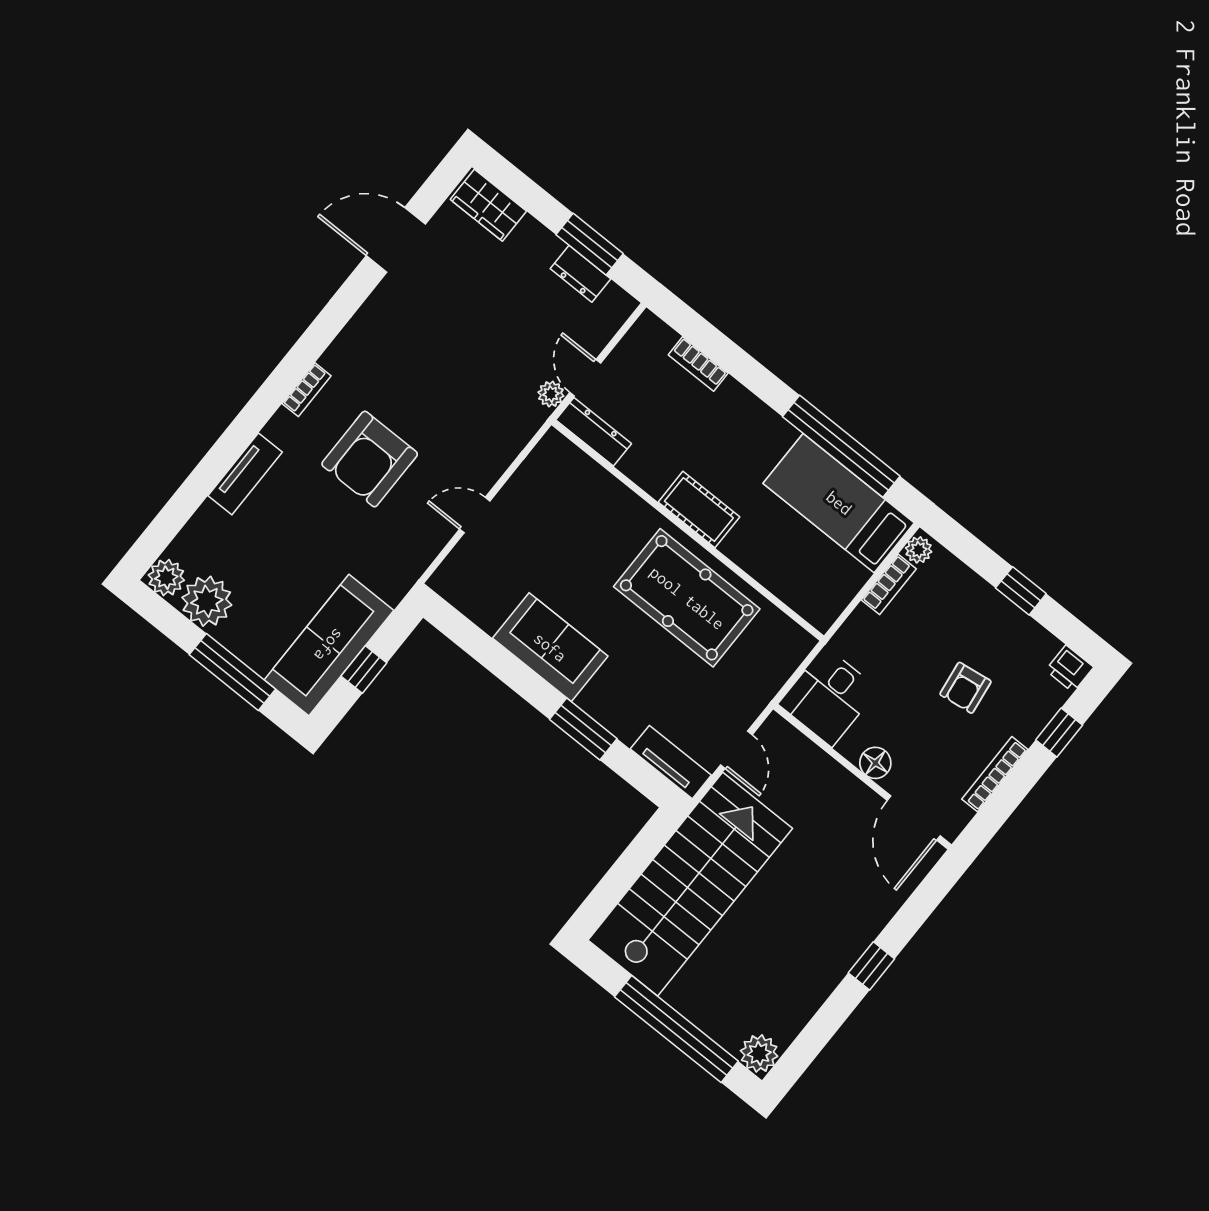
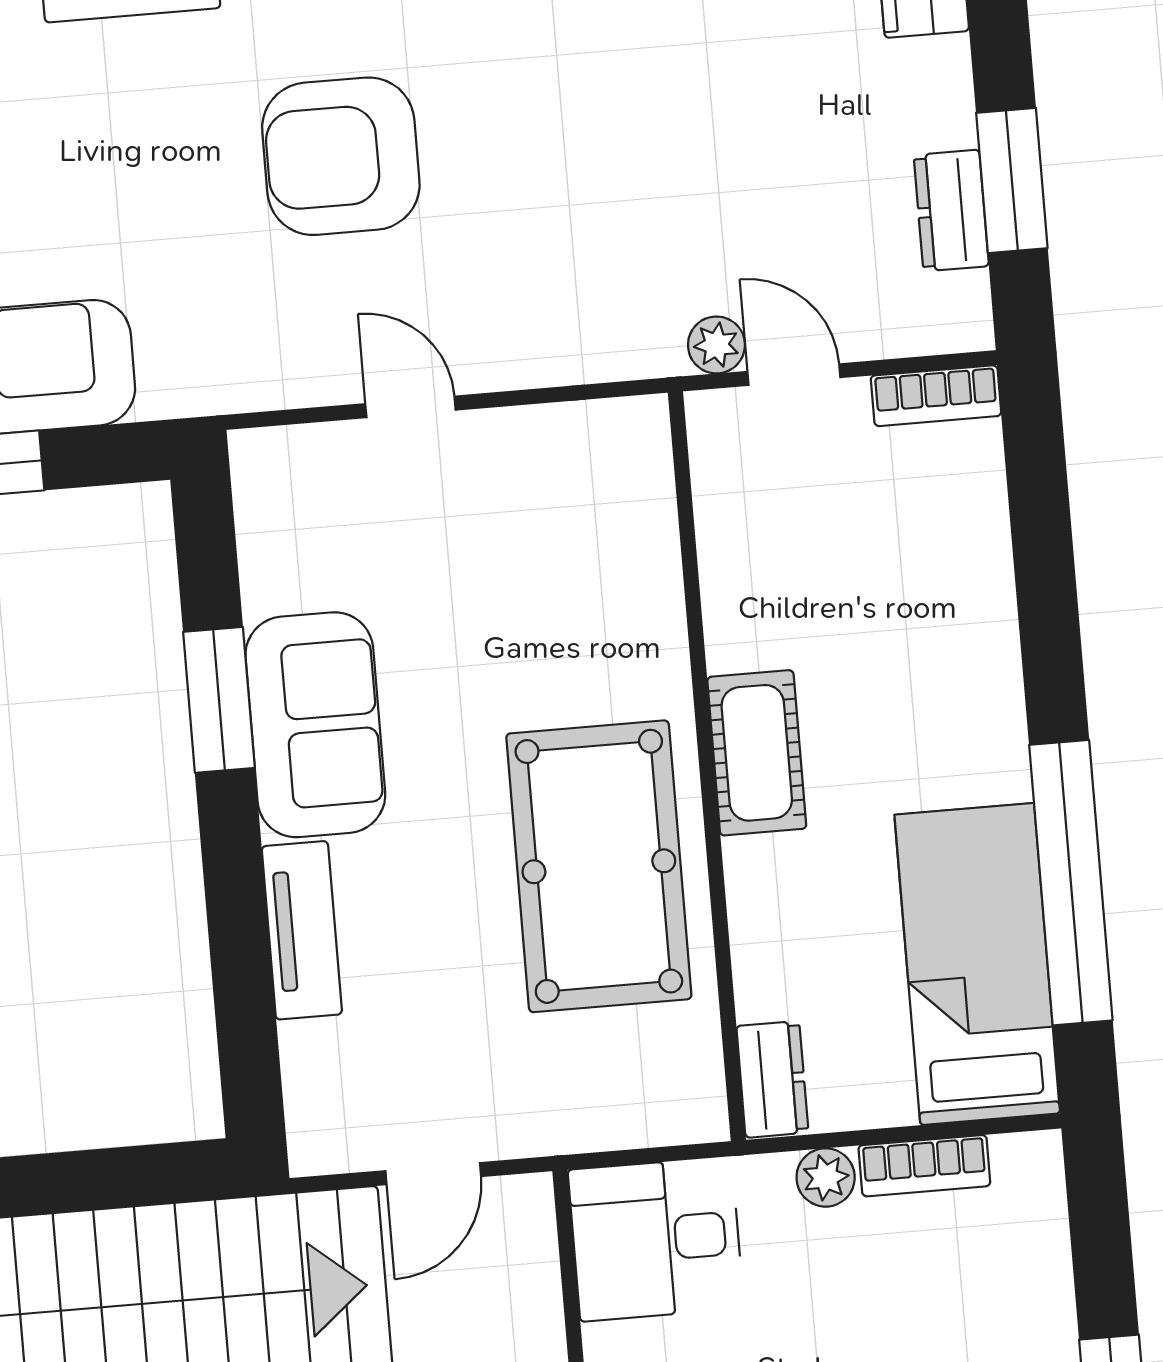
bookcase: (698, 364) -> (936, 396), moved, turned -90
door: (585, 378) -> (794, 375), hinge flipped
dresser: (594, 432) -> (772, 1079), moved, width x0.70
plant: (919, 550) -> (826, 1177), moved
window: (583, 729) -> (219, 700), moved
tv unit: (671, 762) -> (302, 930), moved

